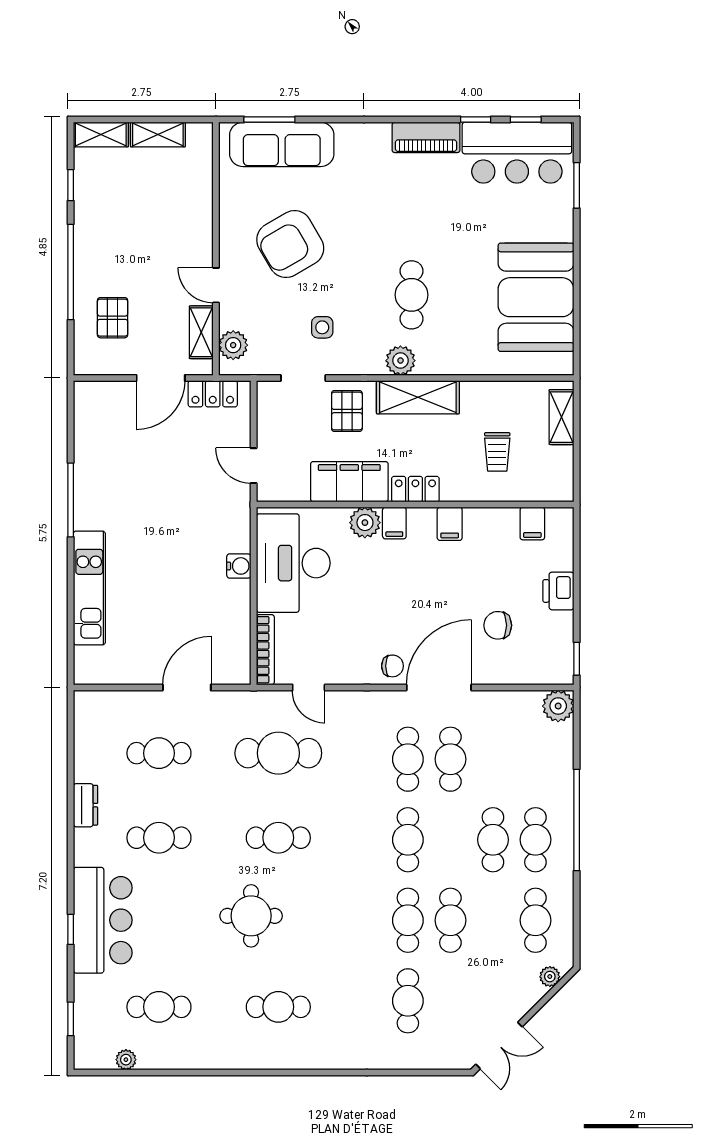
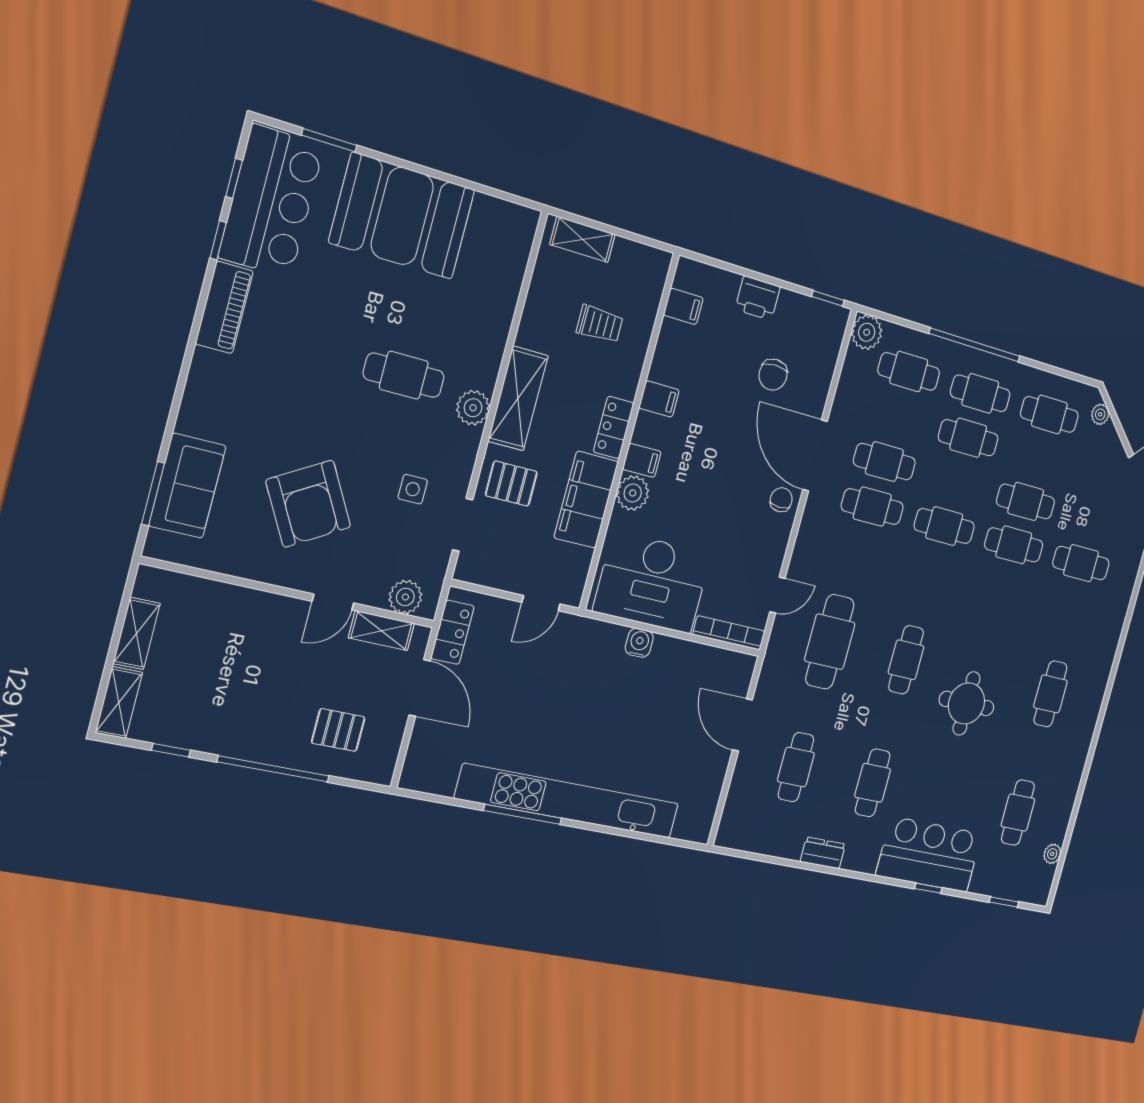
sofa: (282, 144) -> (187, 486), width x0.73
booth: (536, 297) -> (402, 216), moved
kitchen unit: (89, 588) -> (568, 801), width x1.86
cafe table: (535, 759) -> (909, 372), added

